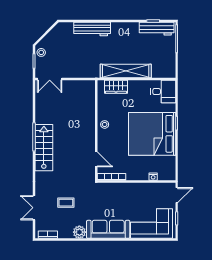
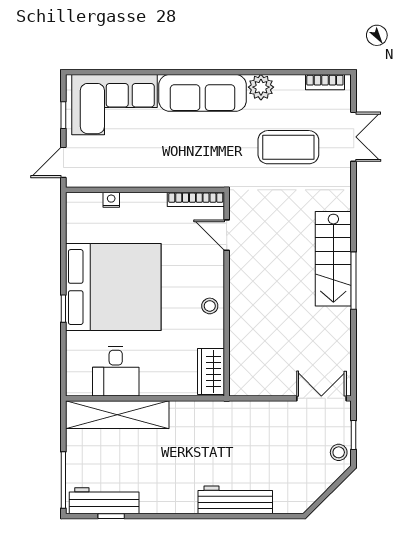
shelving: (126, 71) -> (117, 415), moved
wardrobe: (116, 87) -> (211, 371), moved, turned -90
desk: (163, 92) -> (116, 371), moved, turned -90
coffee table: (66, 203) -> (288, 147), width x1.86, depth x1.72

